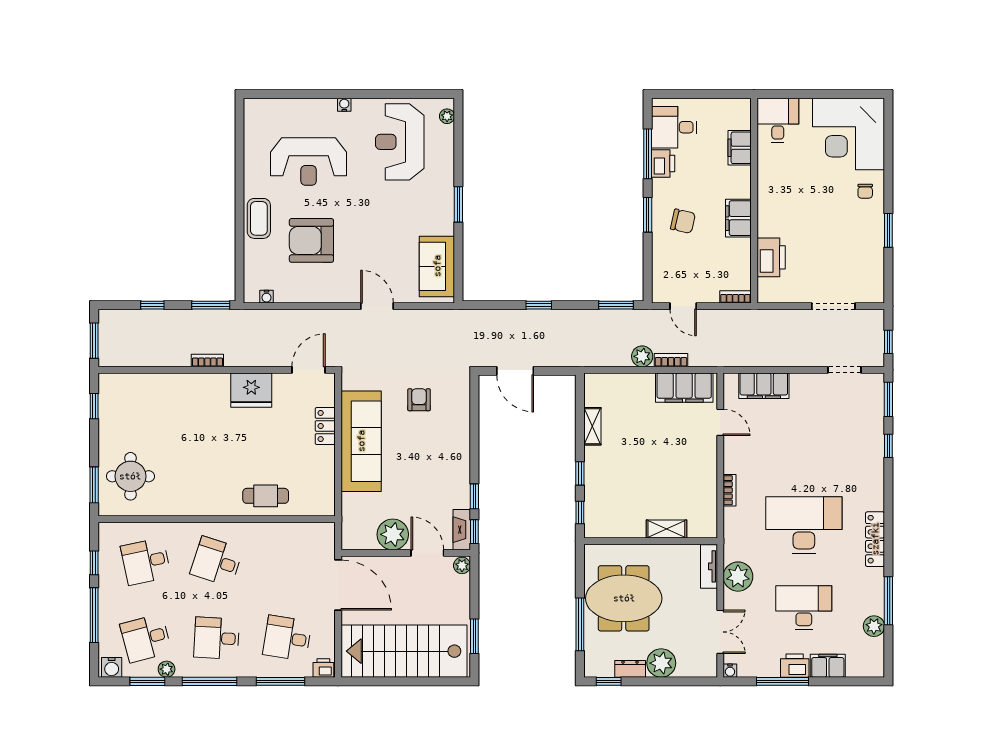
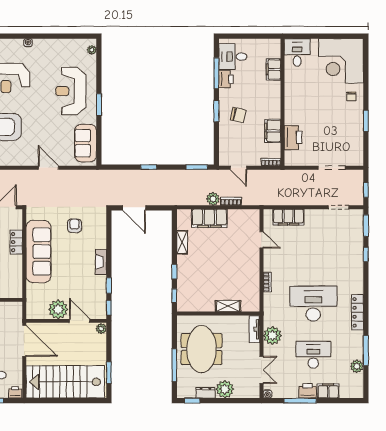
reception desk: (400, 142) -> (71, 91), moved
filing cabinet: (738, 218) -> (273, 131), moved
filing cabinet: (684, 388) -> (209, 218), moved
fireplace: (462, 530) -> (101, 262), moved
meeting table: (624, 598) -> (202, 349), turned 90

